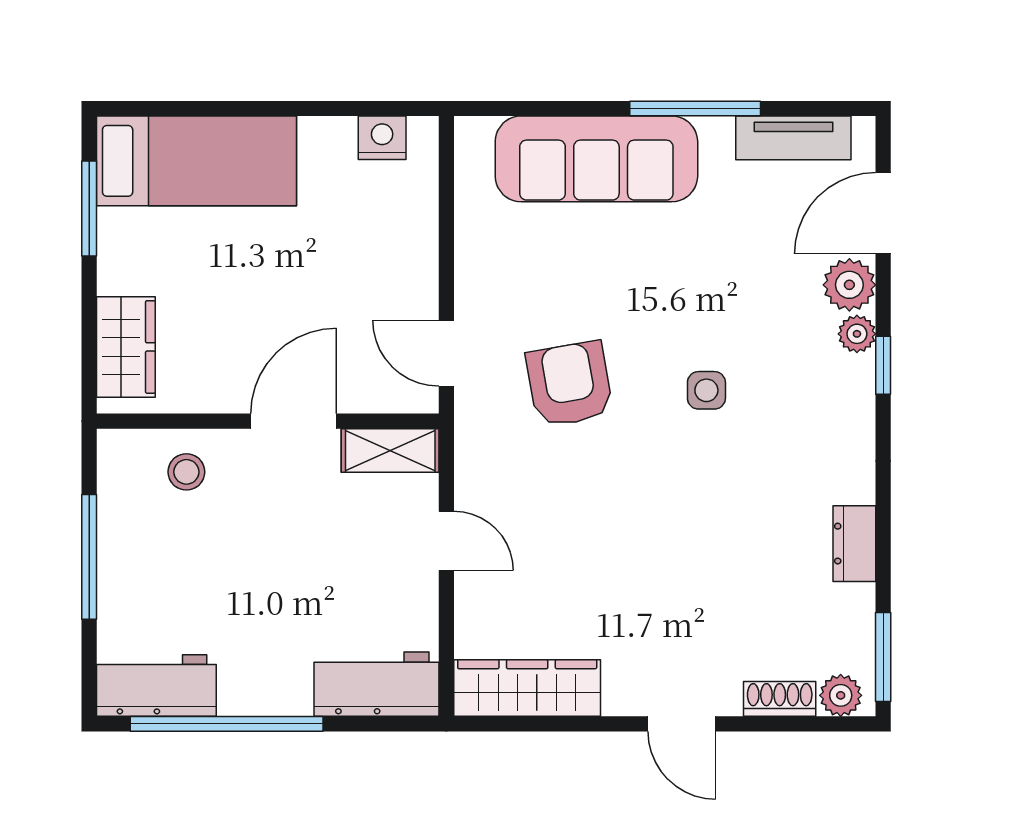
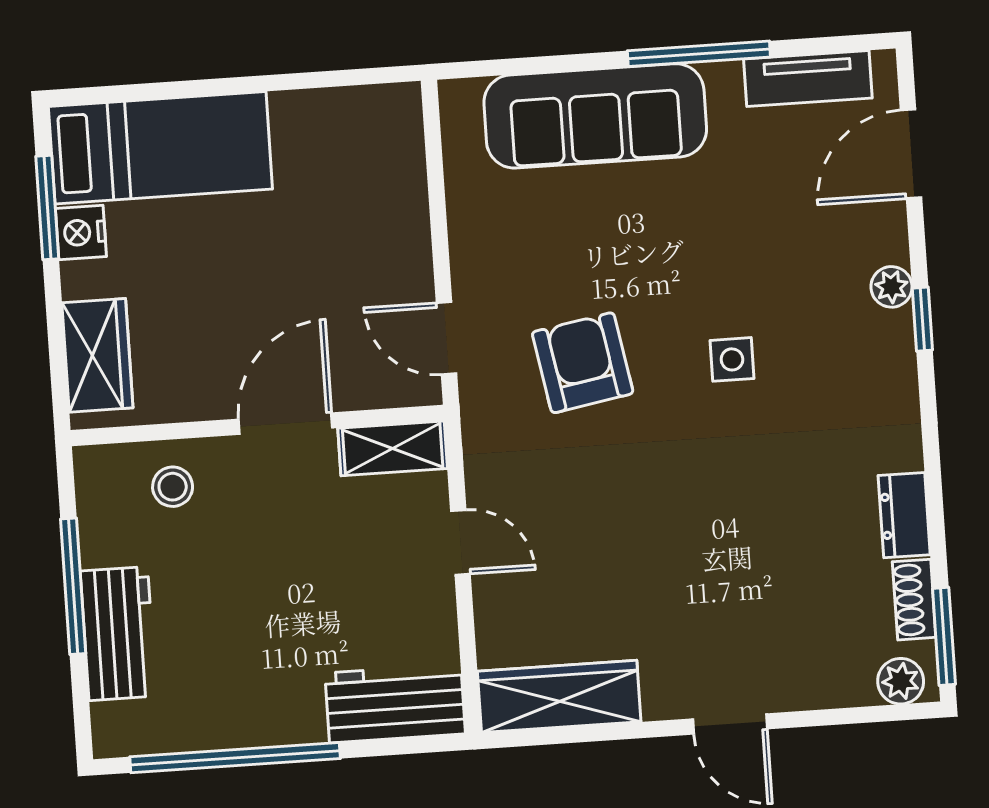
nightstand: (382, 138) -> (81, 233), moved, turned -90
plant: (849, 285) -> (880, 234), removed
workbench: (156, 685) -> (118, 634), moved, turned 90
shoe rack: (780, 699) -> (914, 600), moved, turned -90

